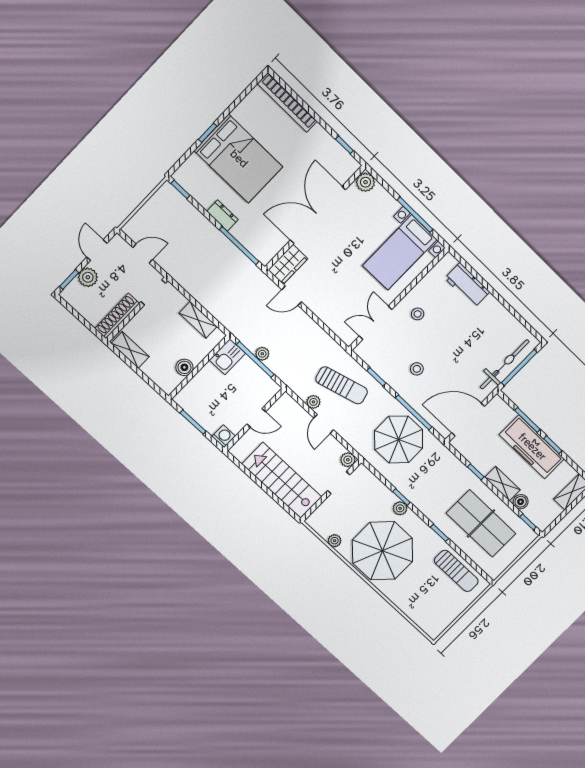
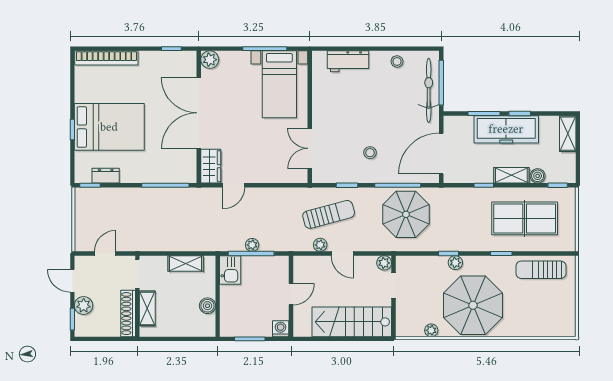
dresser: (223, 215) -> (106, 176), moved
stool: (418, 314) -> (397, 61), moved
shelving: (130, 350) -> (147, 308), moved, turned 90
sun lounger: (456, 571) -> (541, 270), turned 180

